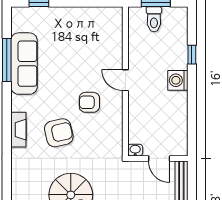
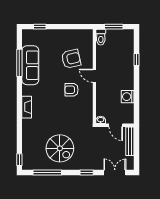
toilet: (154, 19) -> (101, 37), moved
washing machine: (178, 80) -> (128, 97), moved
armchair: (59, 133) -> (71, 59), moved

